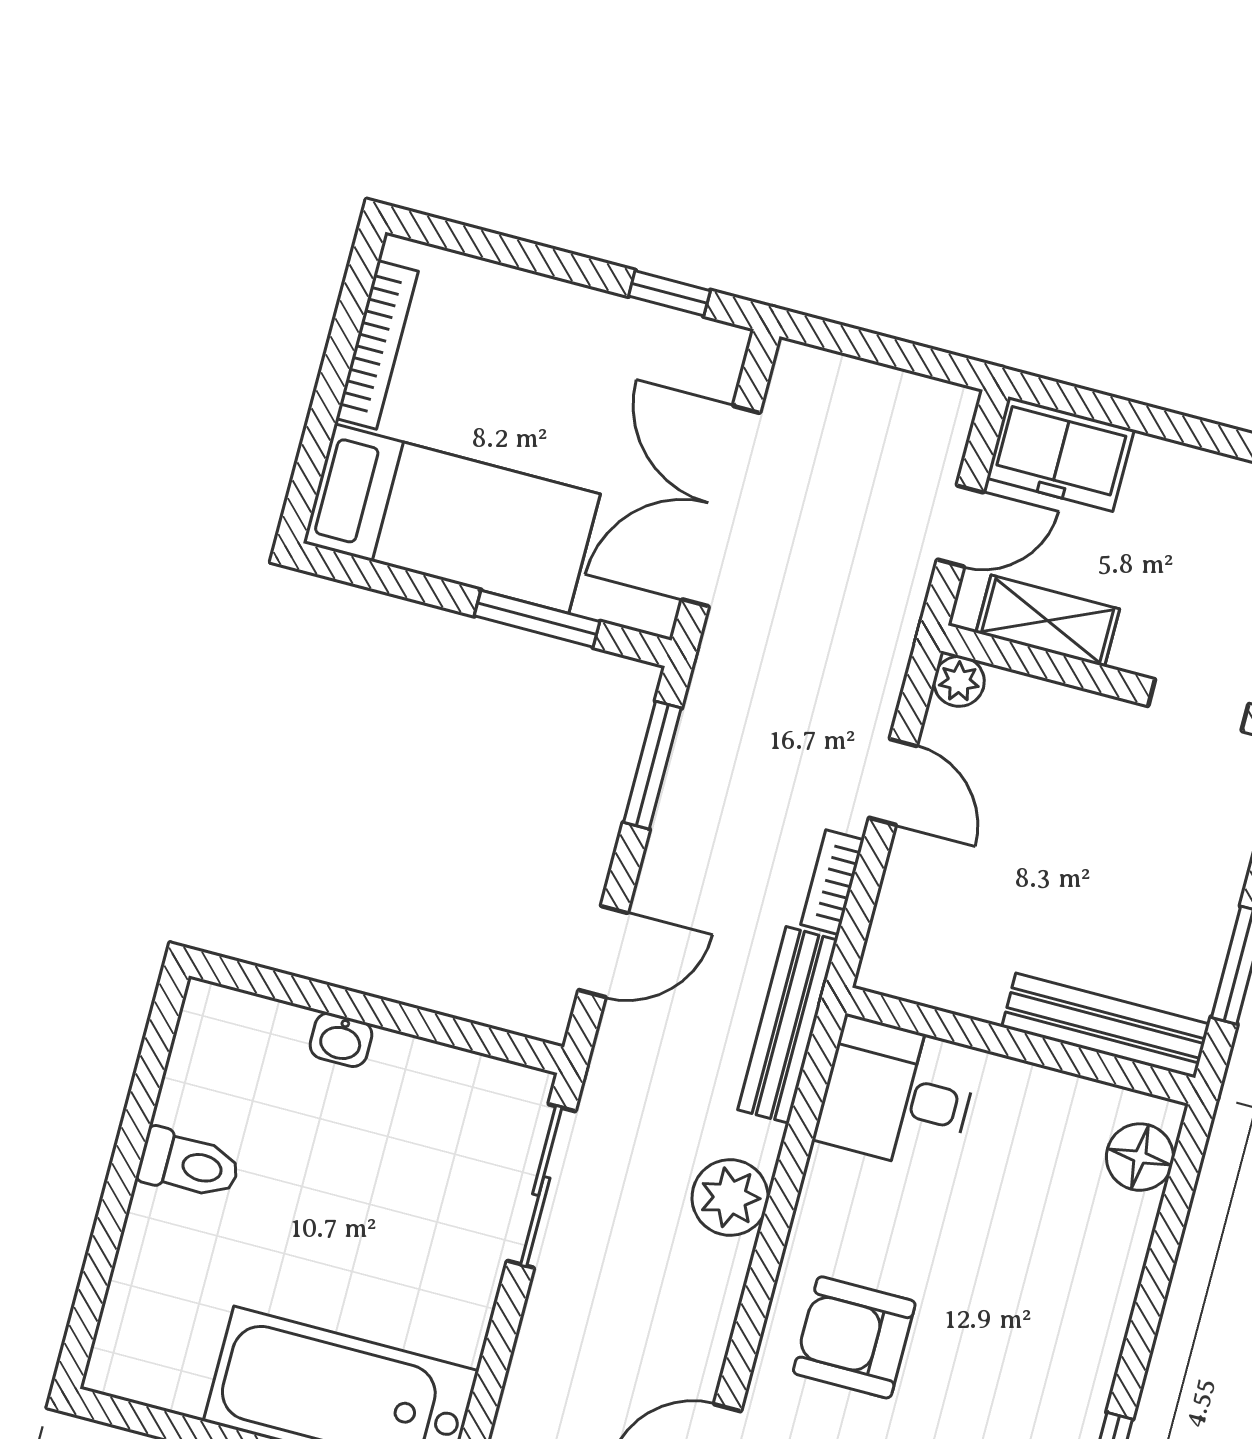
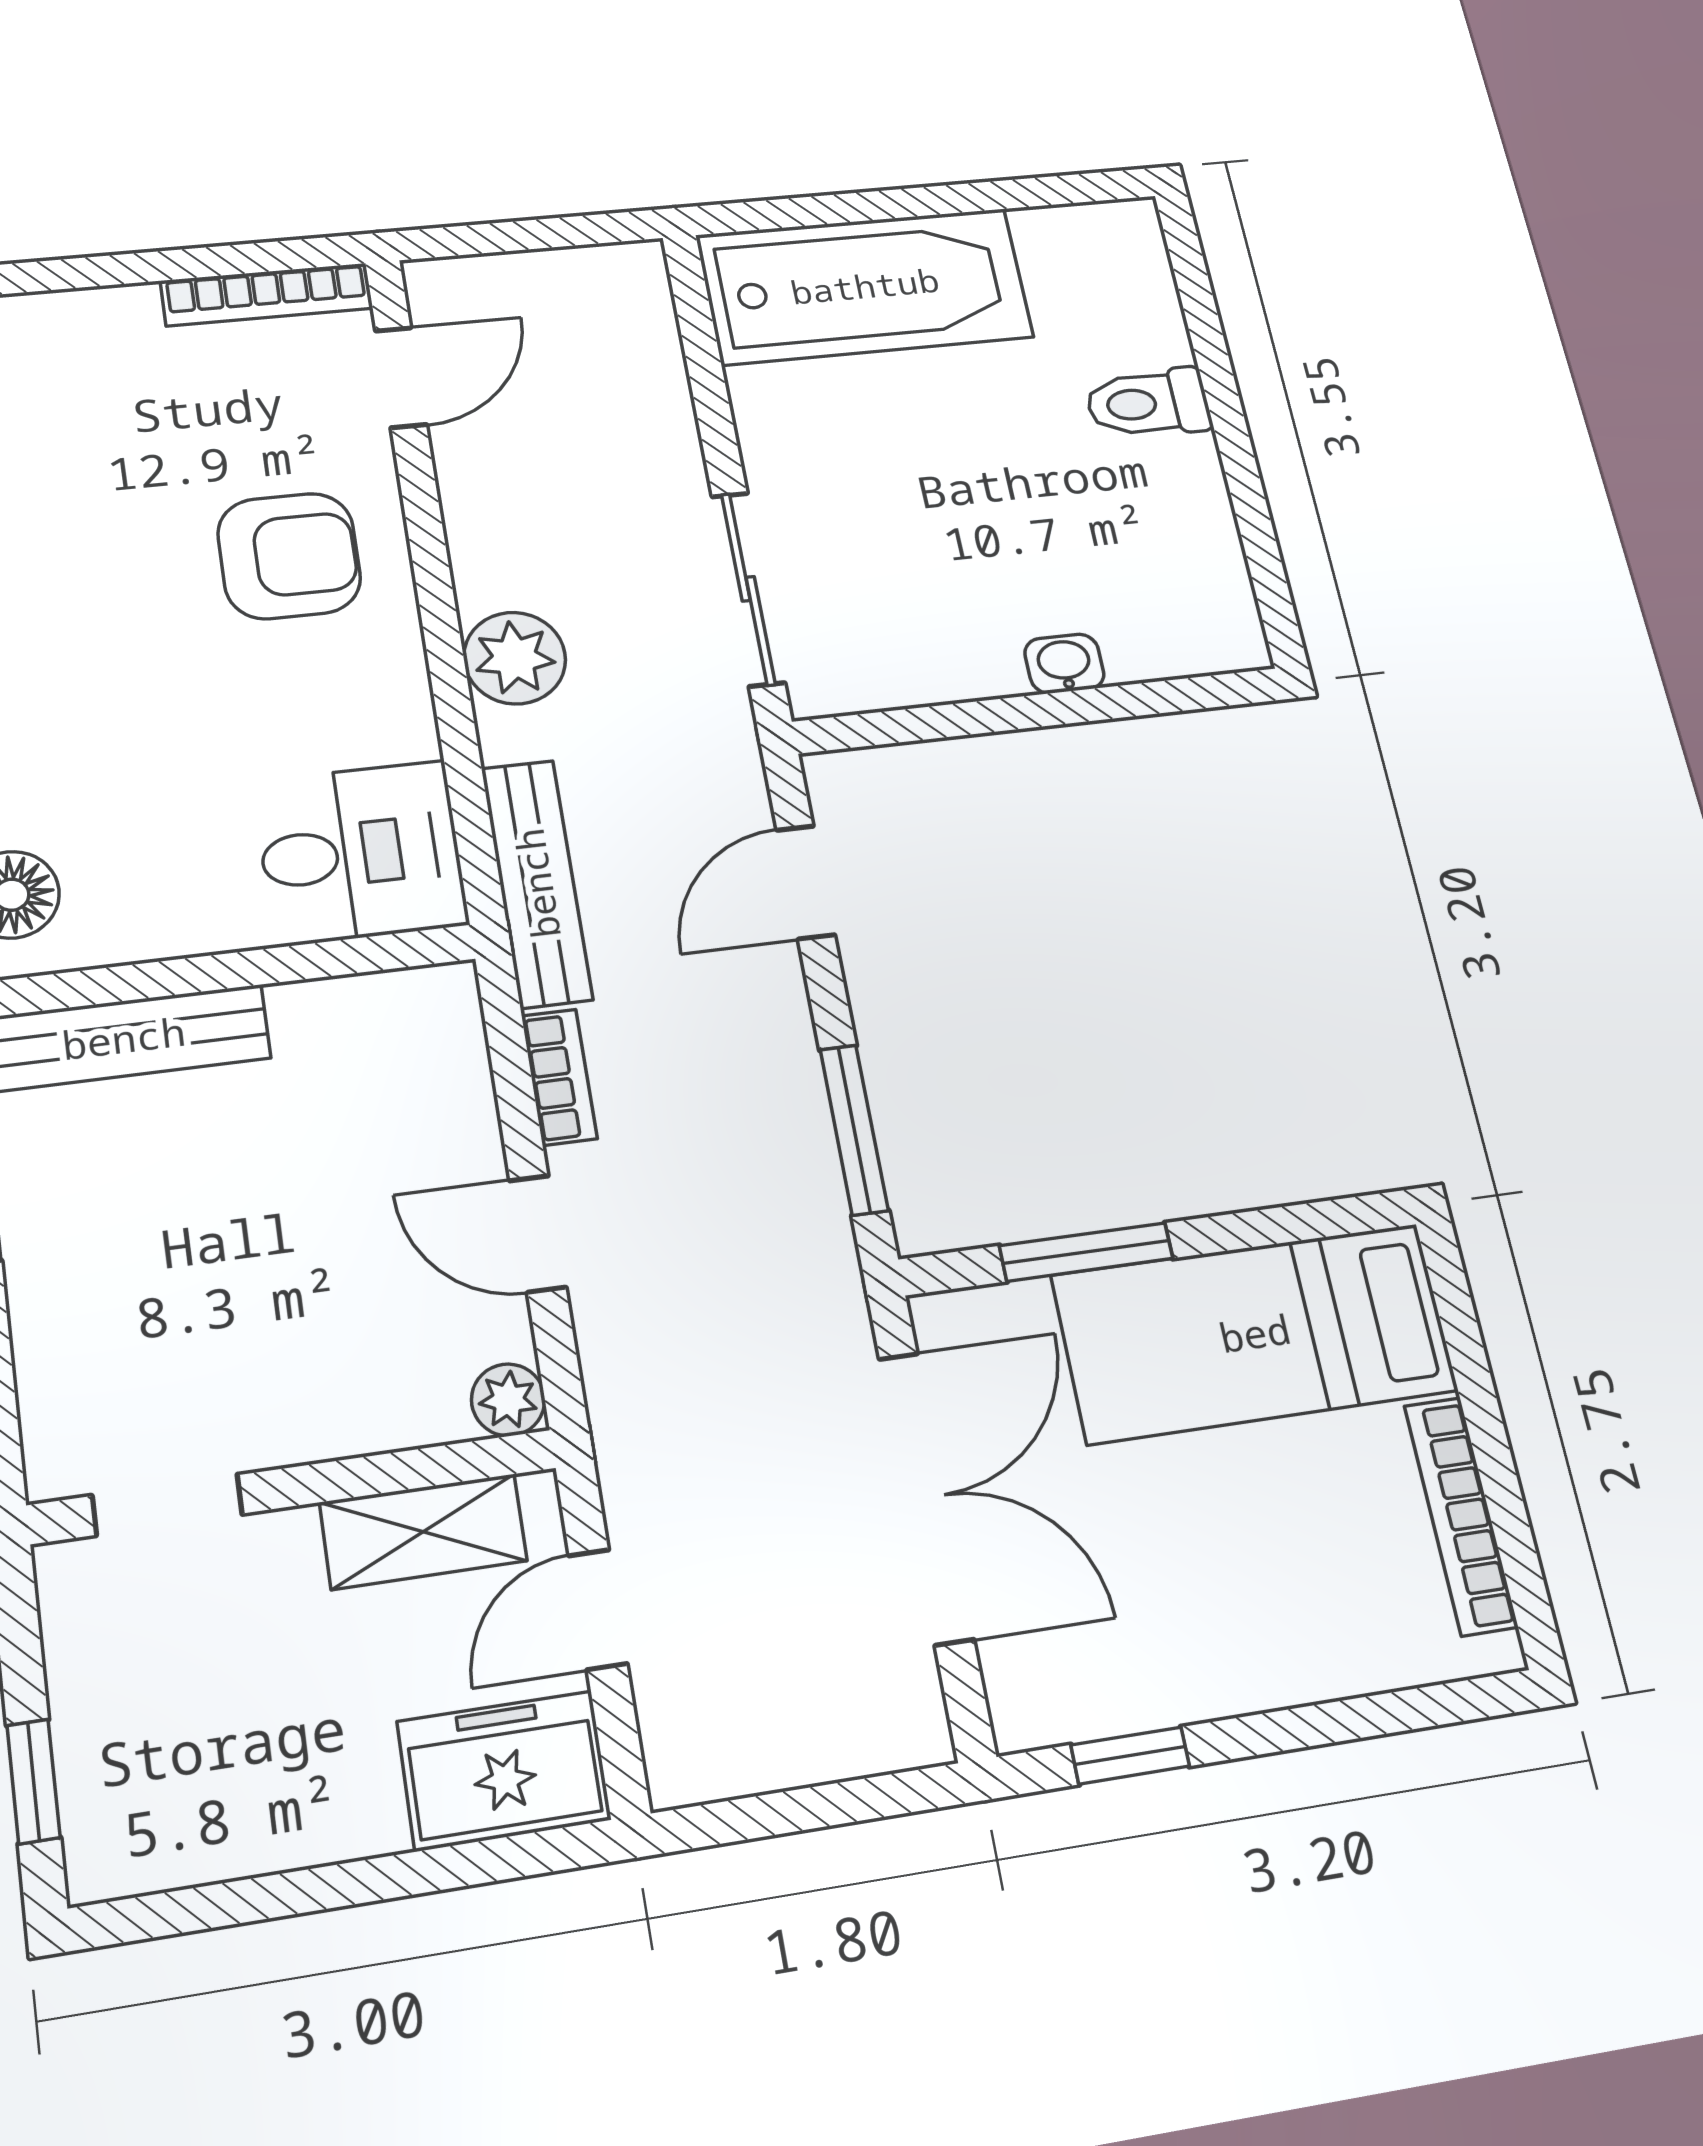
toilet: (189, 1164) -> (1148, 403), moved

